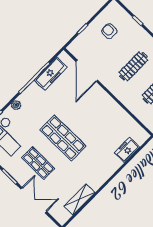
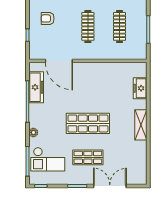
shelving: (79, 199) -> (141, 125), moved

